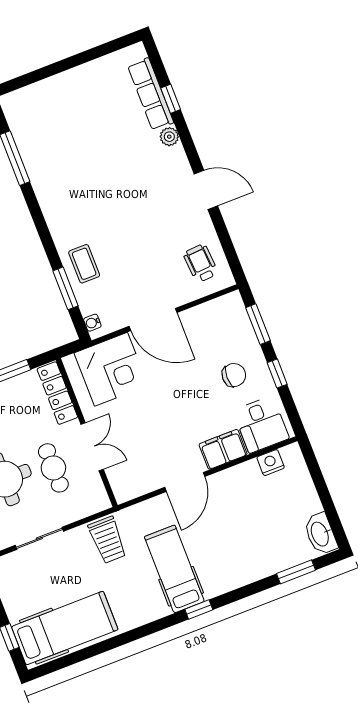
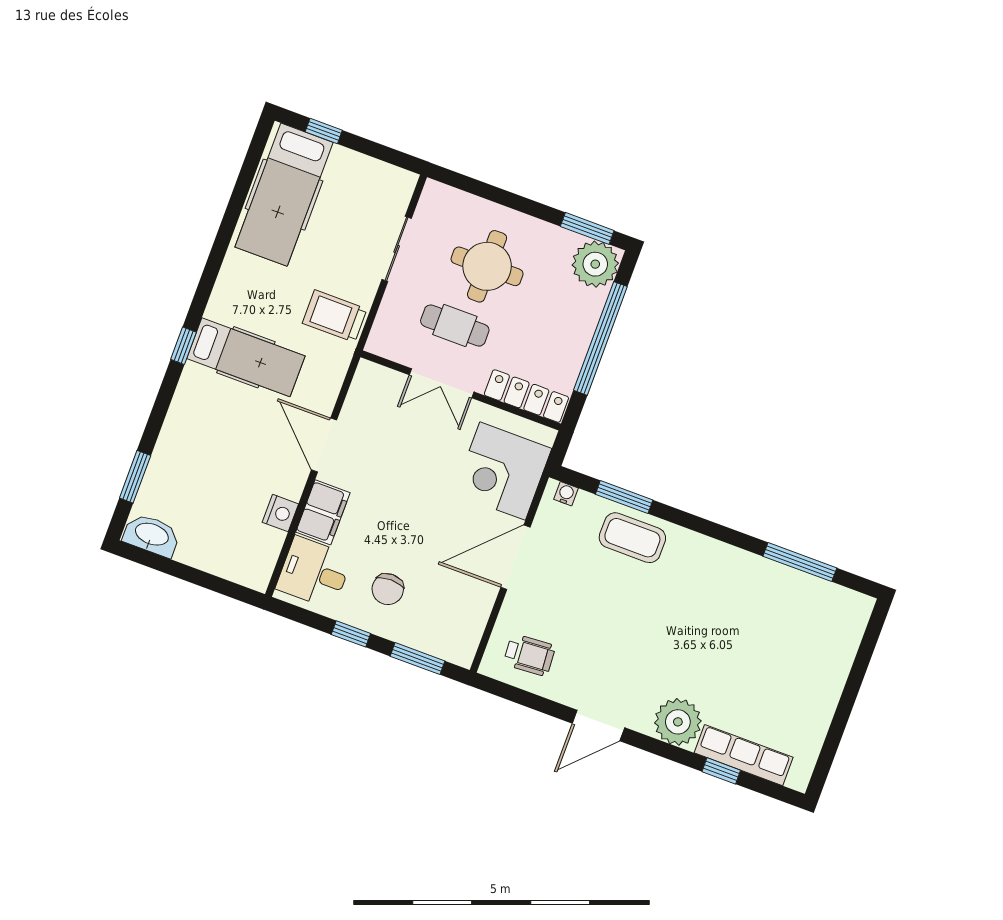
plant: (169, 137) -> (678, 722), width x1.88, depth x1.88
coffee table: (84, 264) -> (632, 538), width x1.36, depth x1.30
nightstand: (271, 463) -> (280, 513), moved

